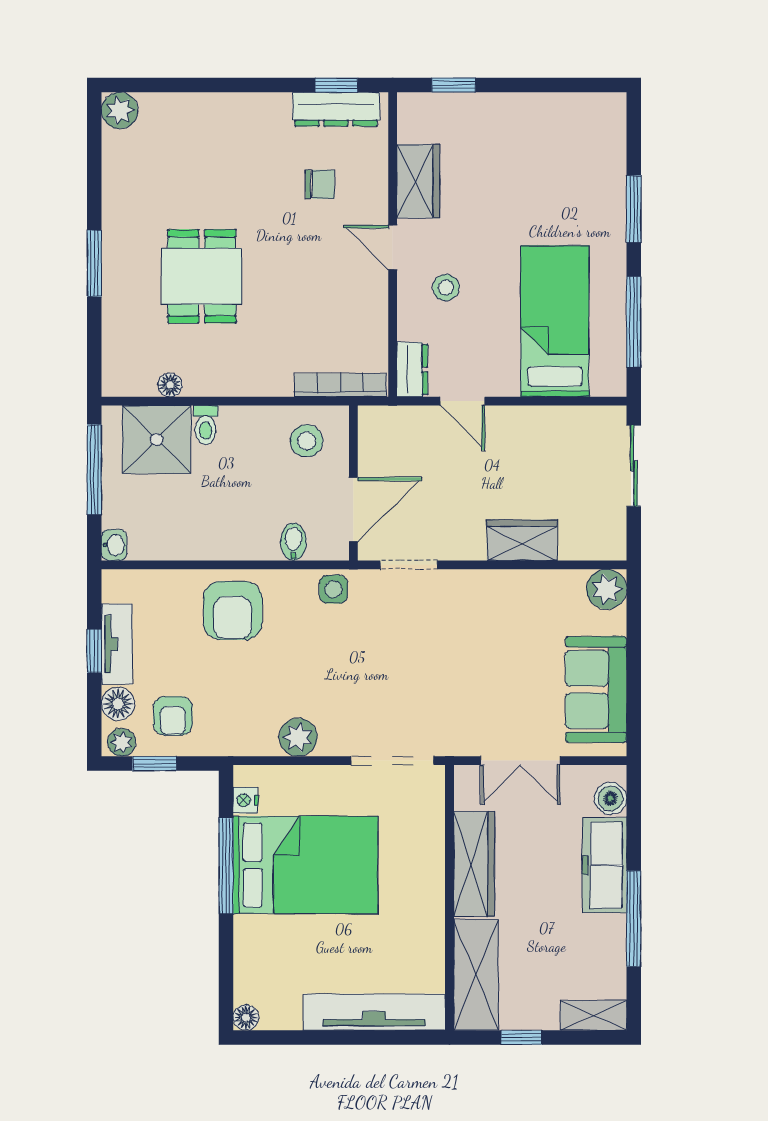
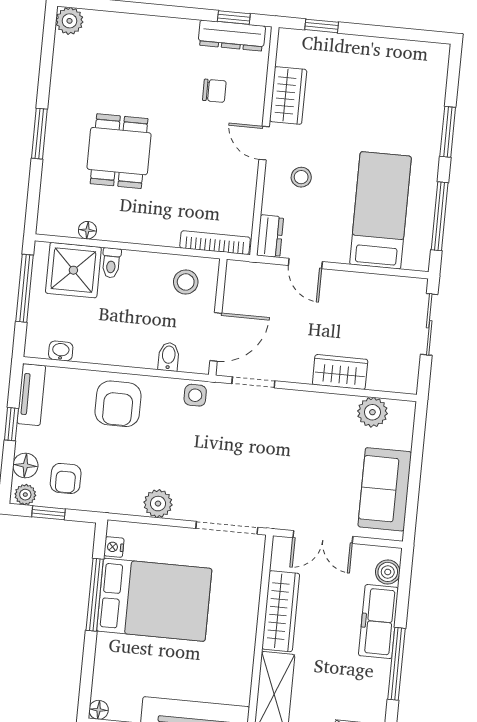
washbasin: (114, 545) -> (61, 351), moved, turned -90
plant: (607, 589) -> (372, 412), moved
tv unit: (117, 644) -> (31, 395), moved

